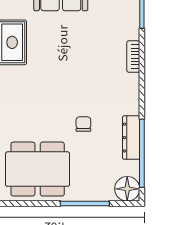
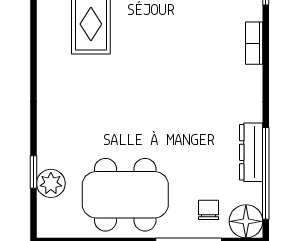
chair: (83, 124) -> (209, 210), moved

